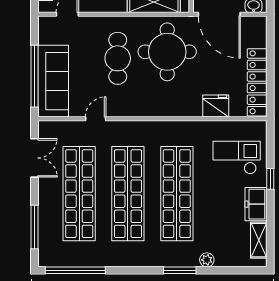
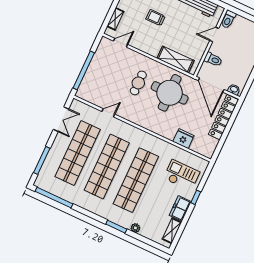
cafe table: (118, 58) -> (138, 83), width x0.73, depth x0.74
sofa: (53, 81) -> (93, 79), removed
locker: (257, 82) -> (224, 117), moved

